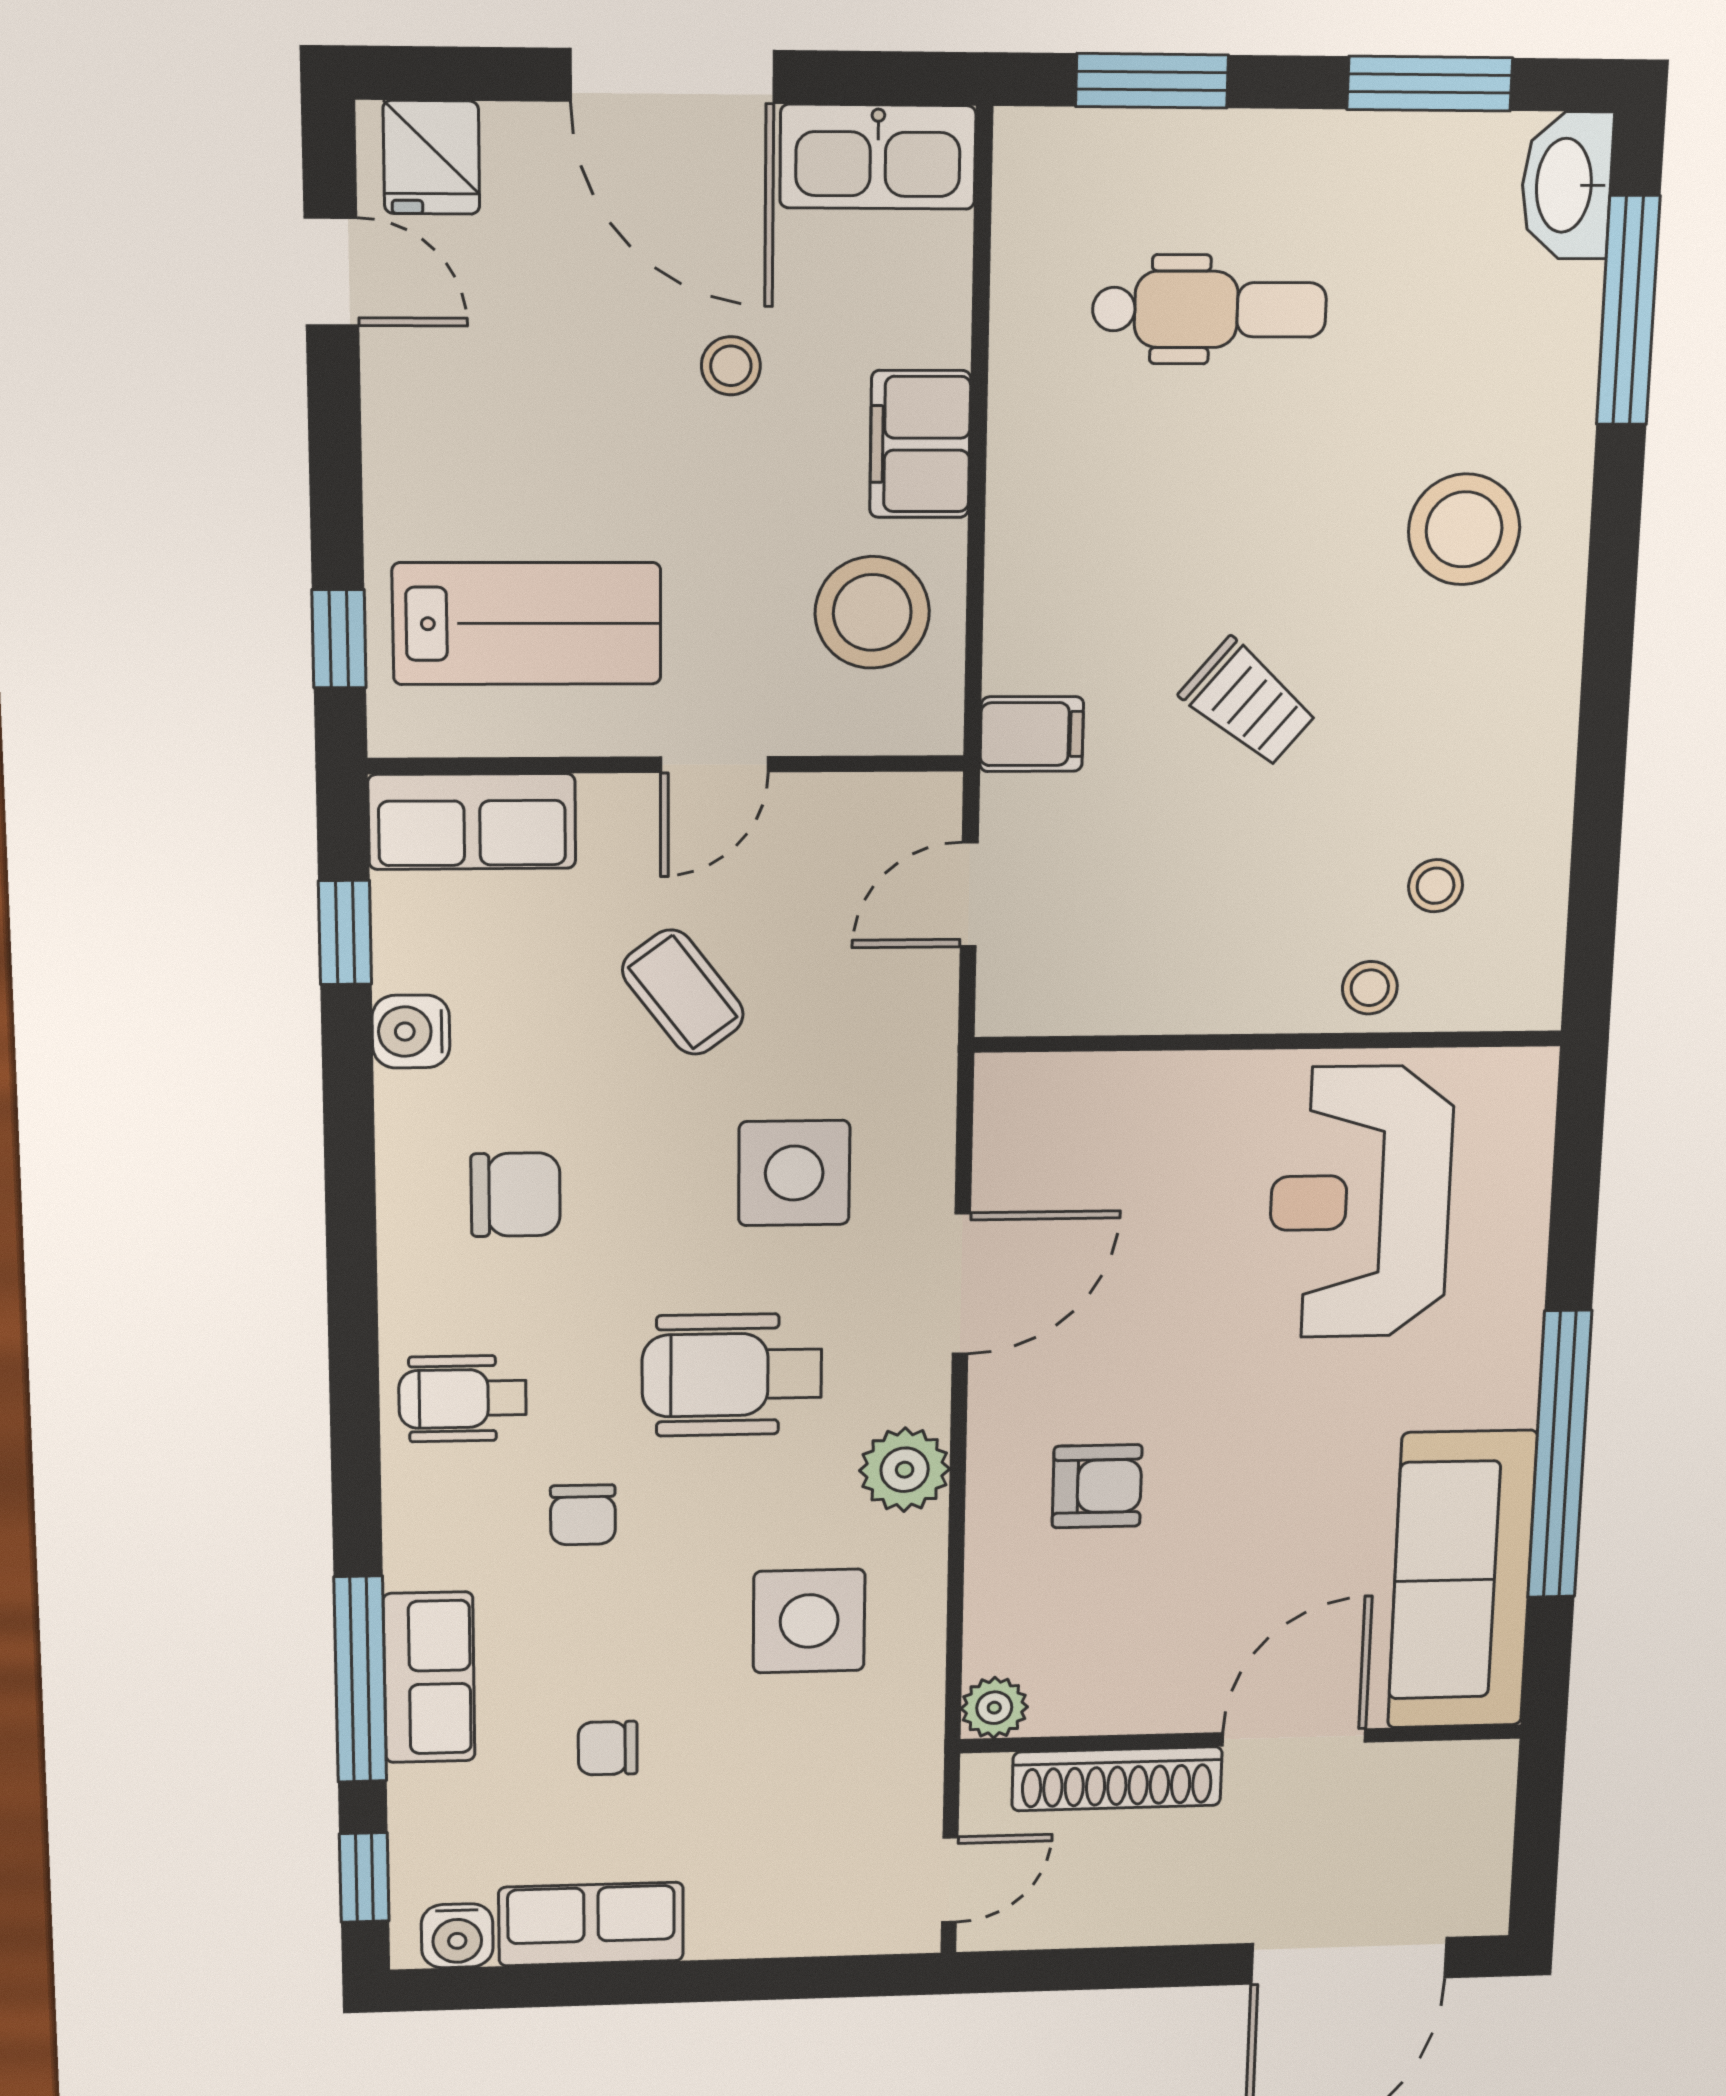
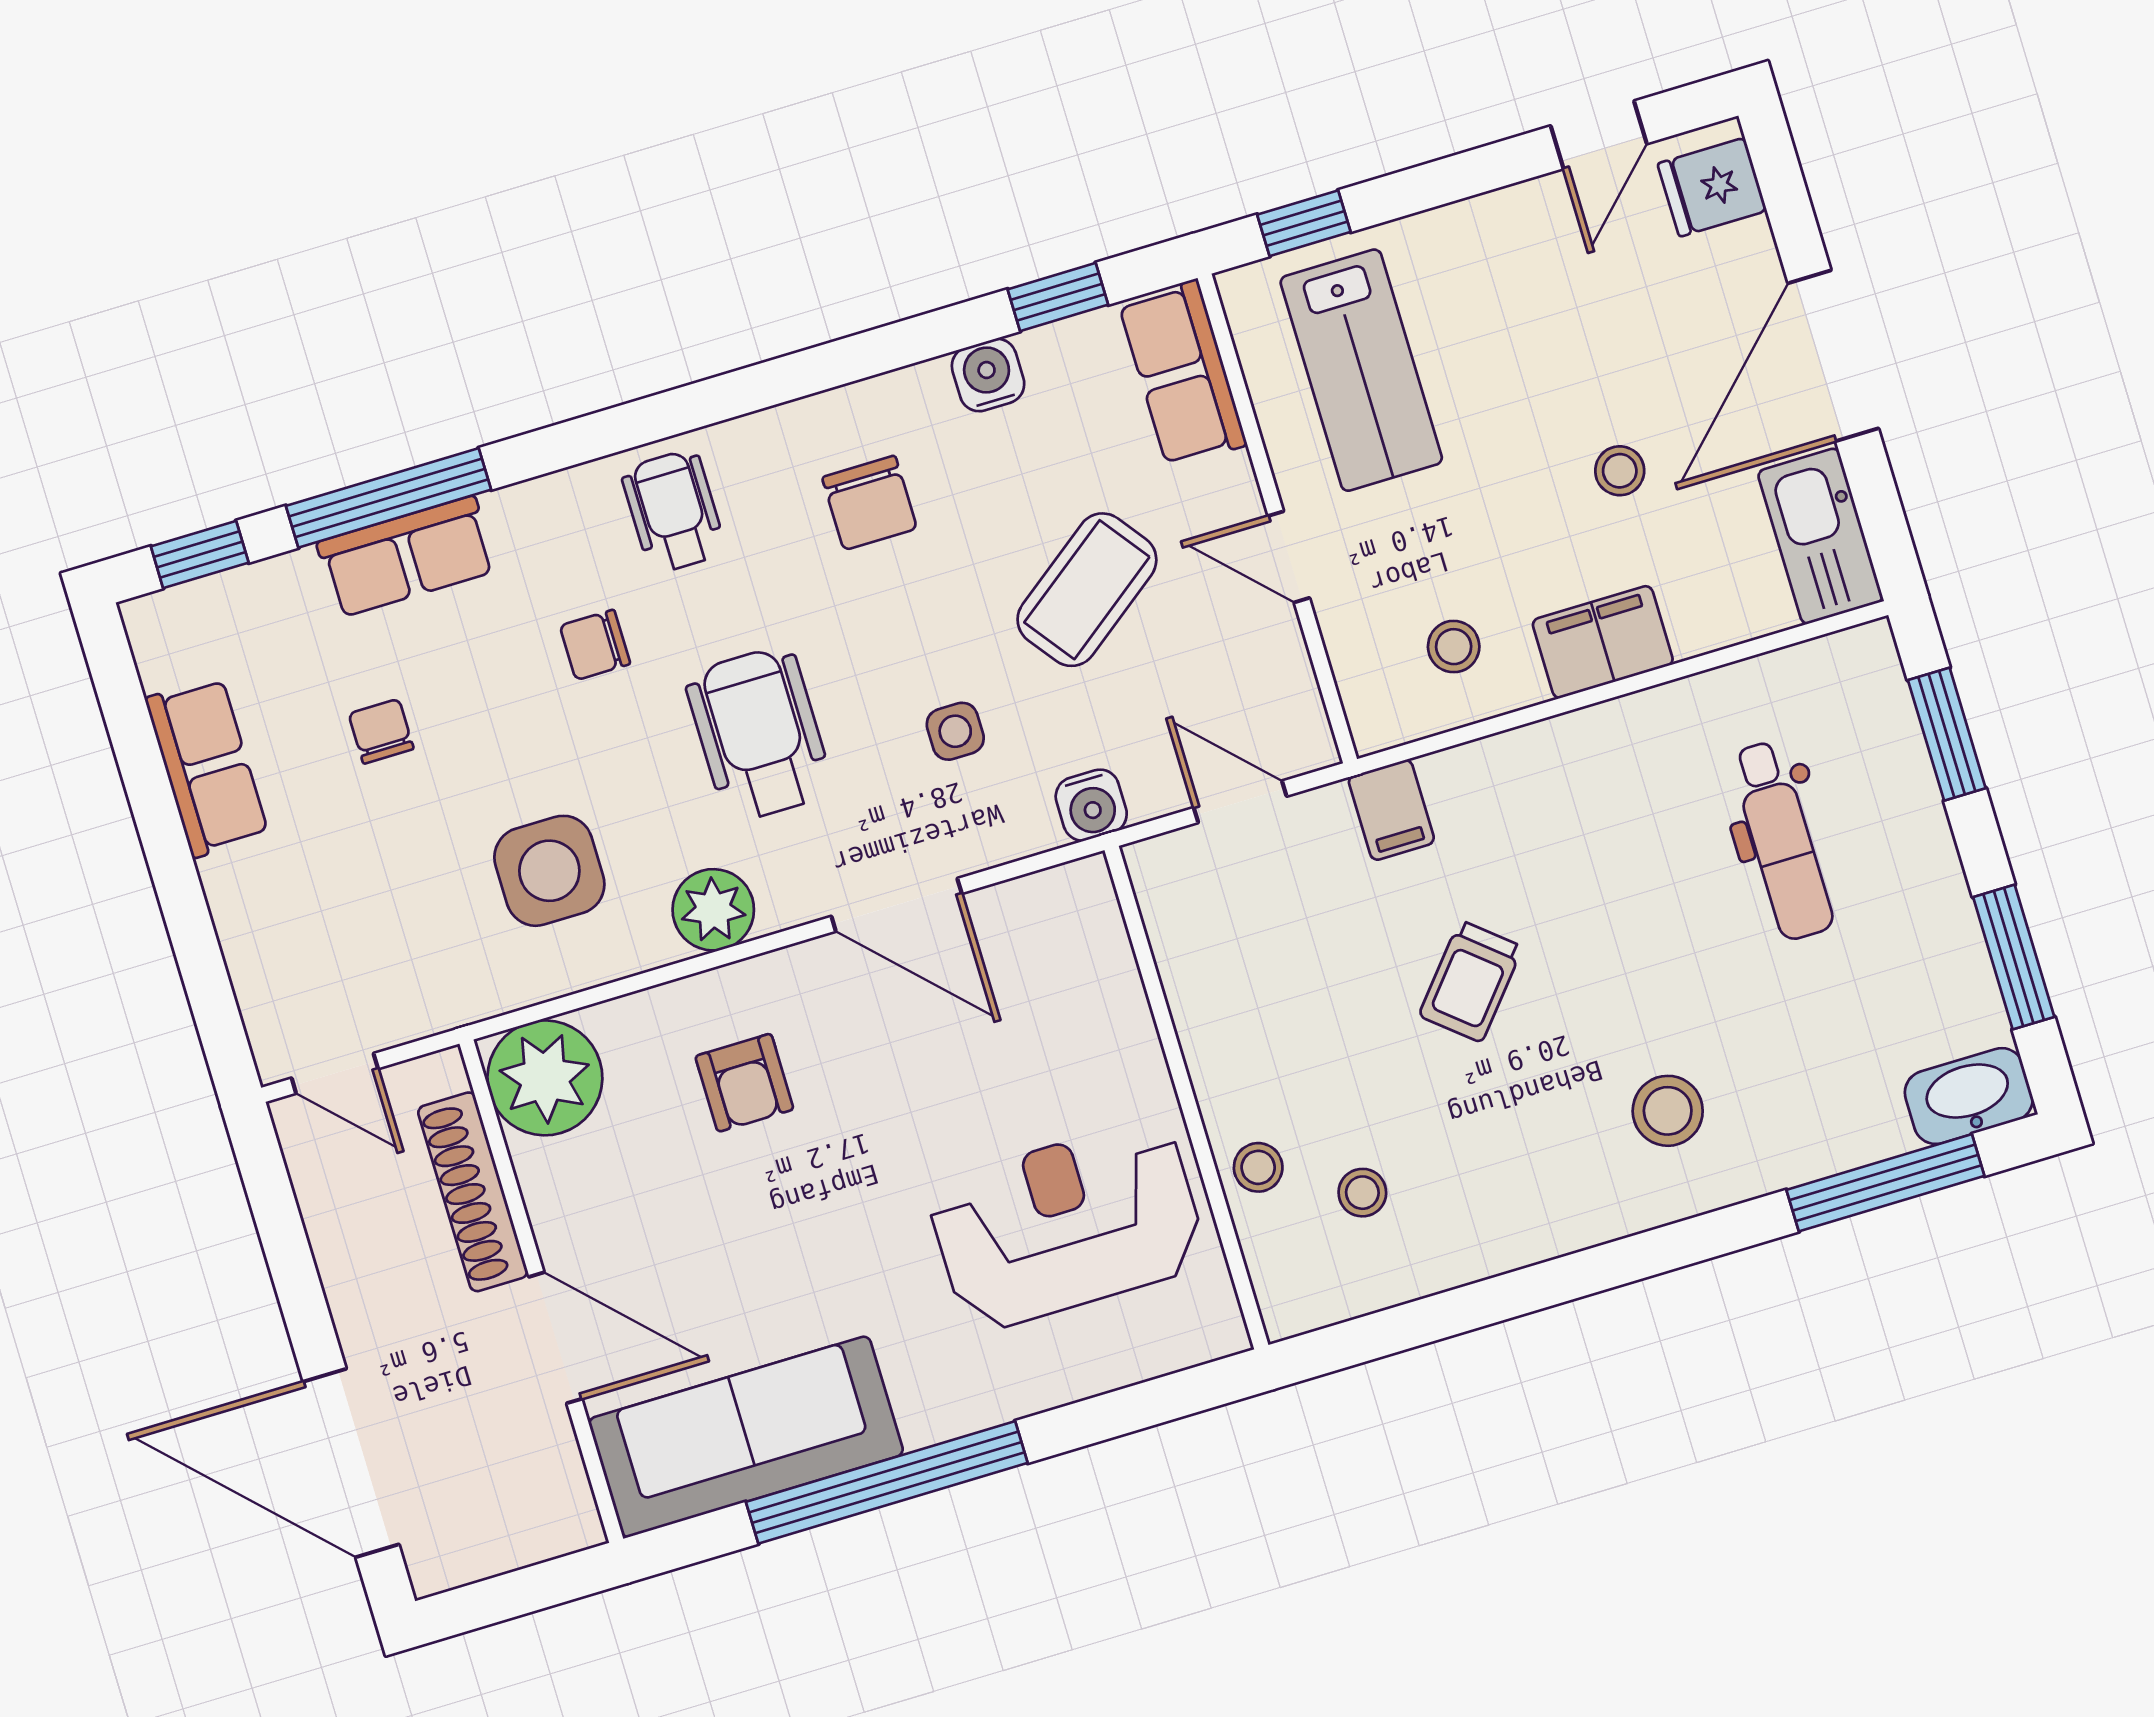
stool: (1464, 529) -> (1668, 1111), width x0.73, depth x0.73
stool: (872, 612) -> (1454, 647), width x0.53, depth x0.53
coffee table: (683, 992) -> (1087, 590), width x1.36, depth x1.30
side table: (794, 1173) -> (955, 731), width x0.54, depth x0.54
plant: (994, 1708) -> (545, 1078), width x1.87, depth x1.87
water cooler: (457, 1936) -> (1091, 805), moved, turned -90

